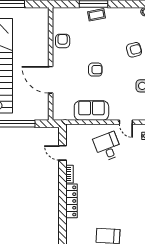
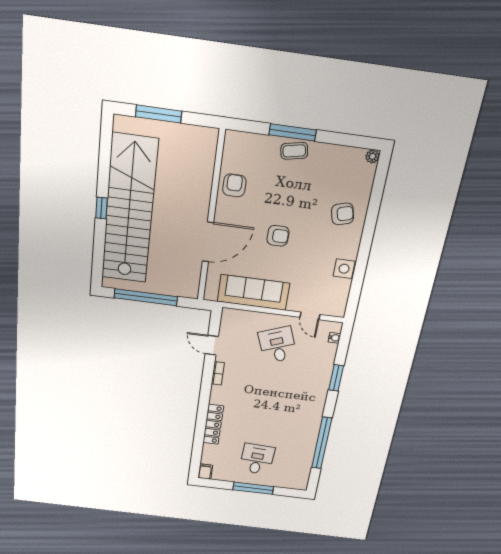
door: (51, 80) -> (208, 242), swing flipped
sofa: (91, 111) -> (253, 292), width x1.36
locker: (71, 201) -> (213, 424), moved

